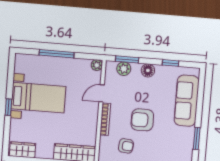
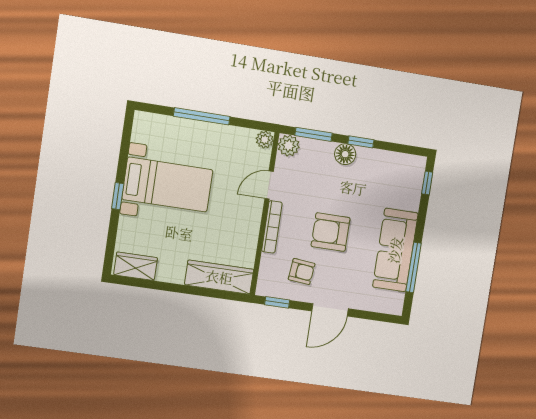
window: (170, 63) -> (361, 142), moved
plant: (124, 69) -> (289, 146), moved
window: (201, 85) -> (427, 183), added
sofa: (187, 101) -> (395, 250), moved
window: (197, 138) -> (414, 267), width x1.44

